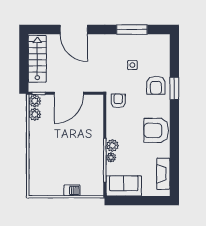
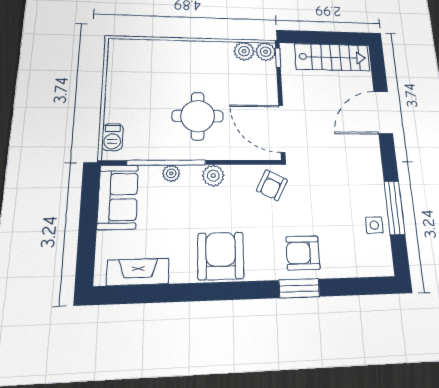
side table: (132, 65) -> (374, 225), moved
door: (69, 93) -> (282, 129), moved
armchair: (118, 101) -> (272, 185), turned 117
round table: (77, 143) -> (198, 116), added
plant: (112, 146) -> (213, 176), moved
barbecue: (72, 190) -> (112, 137), moved

